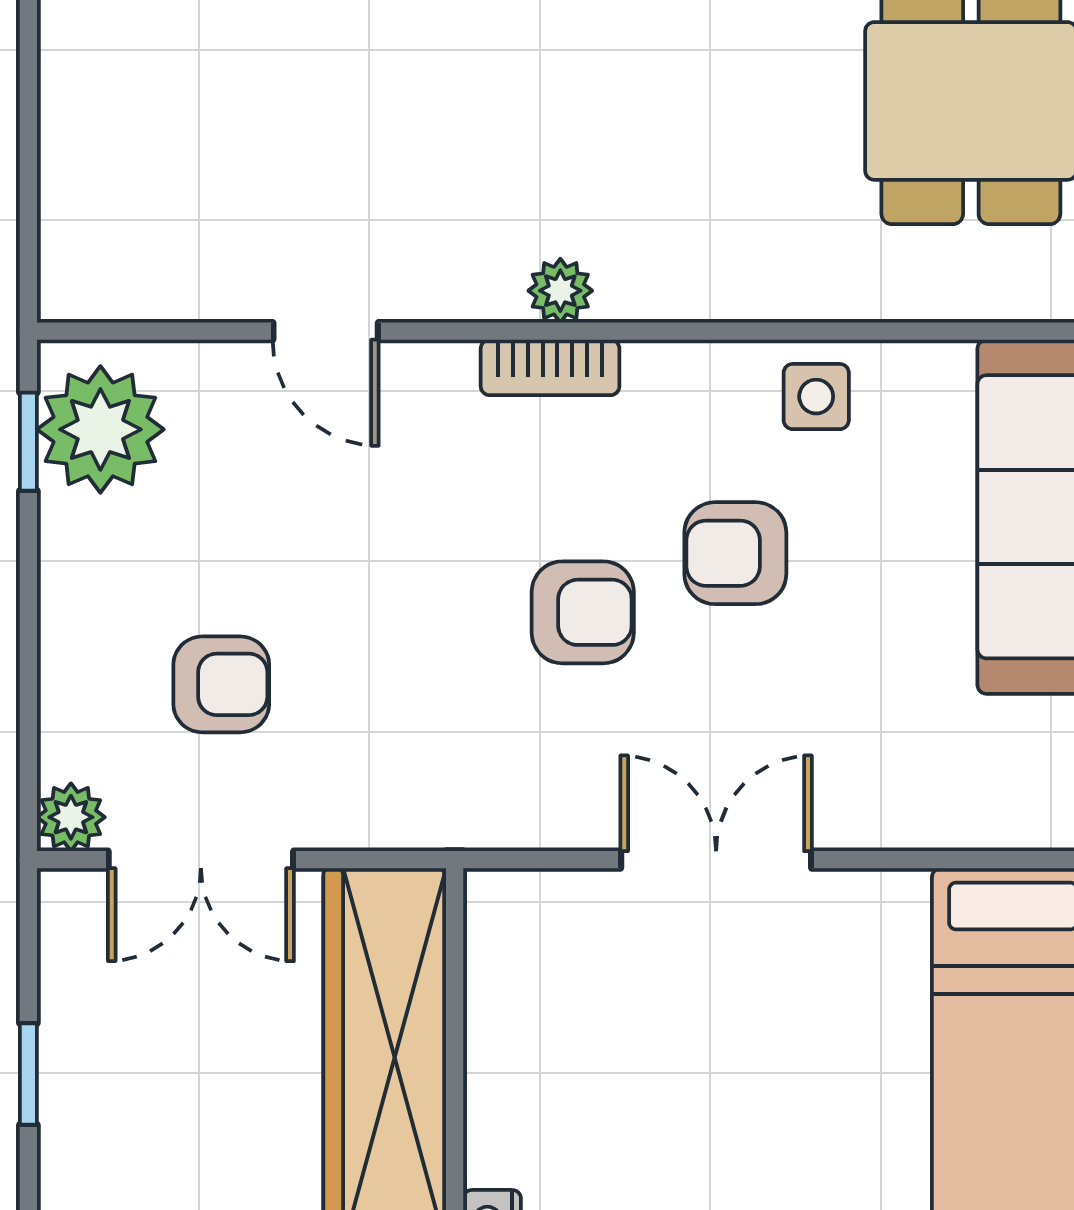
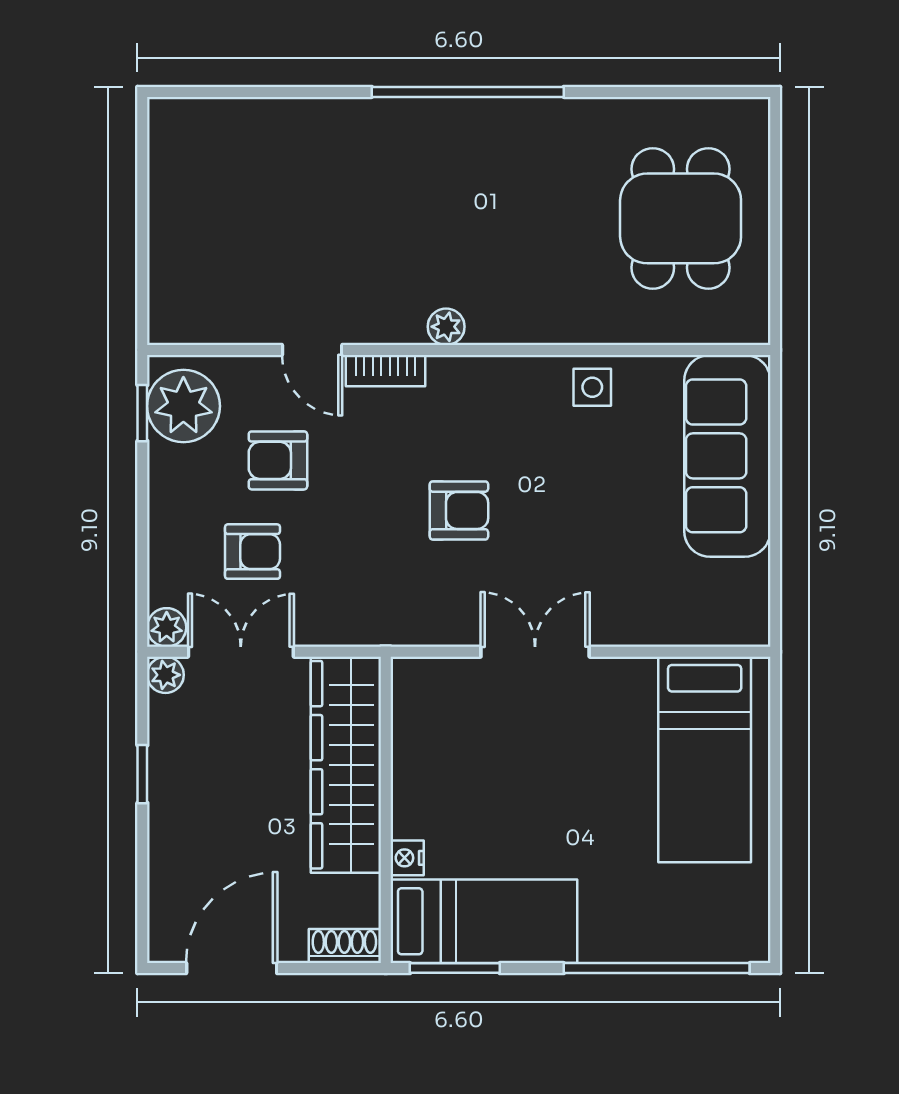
bookcase: (550, 367) -> (385, 371), moved
armchair: (735, 553) -> (278, 460), moved
double door: (201, 860) -> (241, 652), swing flipped
plant: (69, 900) -> (165, 675), added

